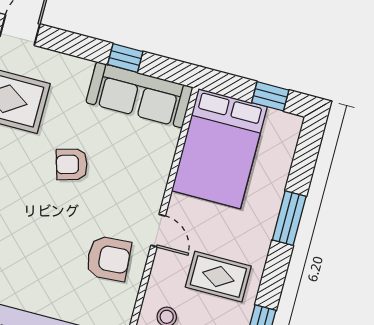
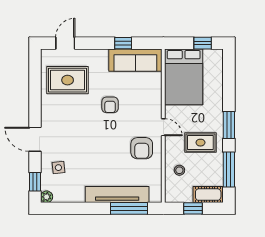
armchair: (72, 164) -> (110, 105), turned -74
window: (289, 218) -> (229, 125), moved
armchair: (109, 258) -> (142, 148), turned 94

